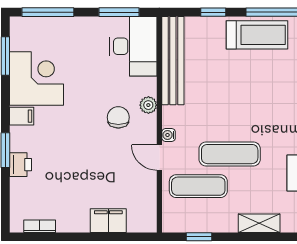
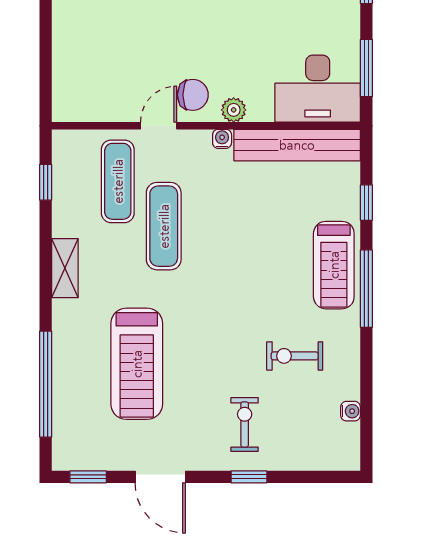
chair: (118, 117) -> (193, 95), moved
water cooler: (169, 135) -> (222, 139), moved
filing cabinet: (108, 221) -> (69, 53), removed

